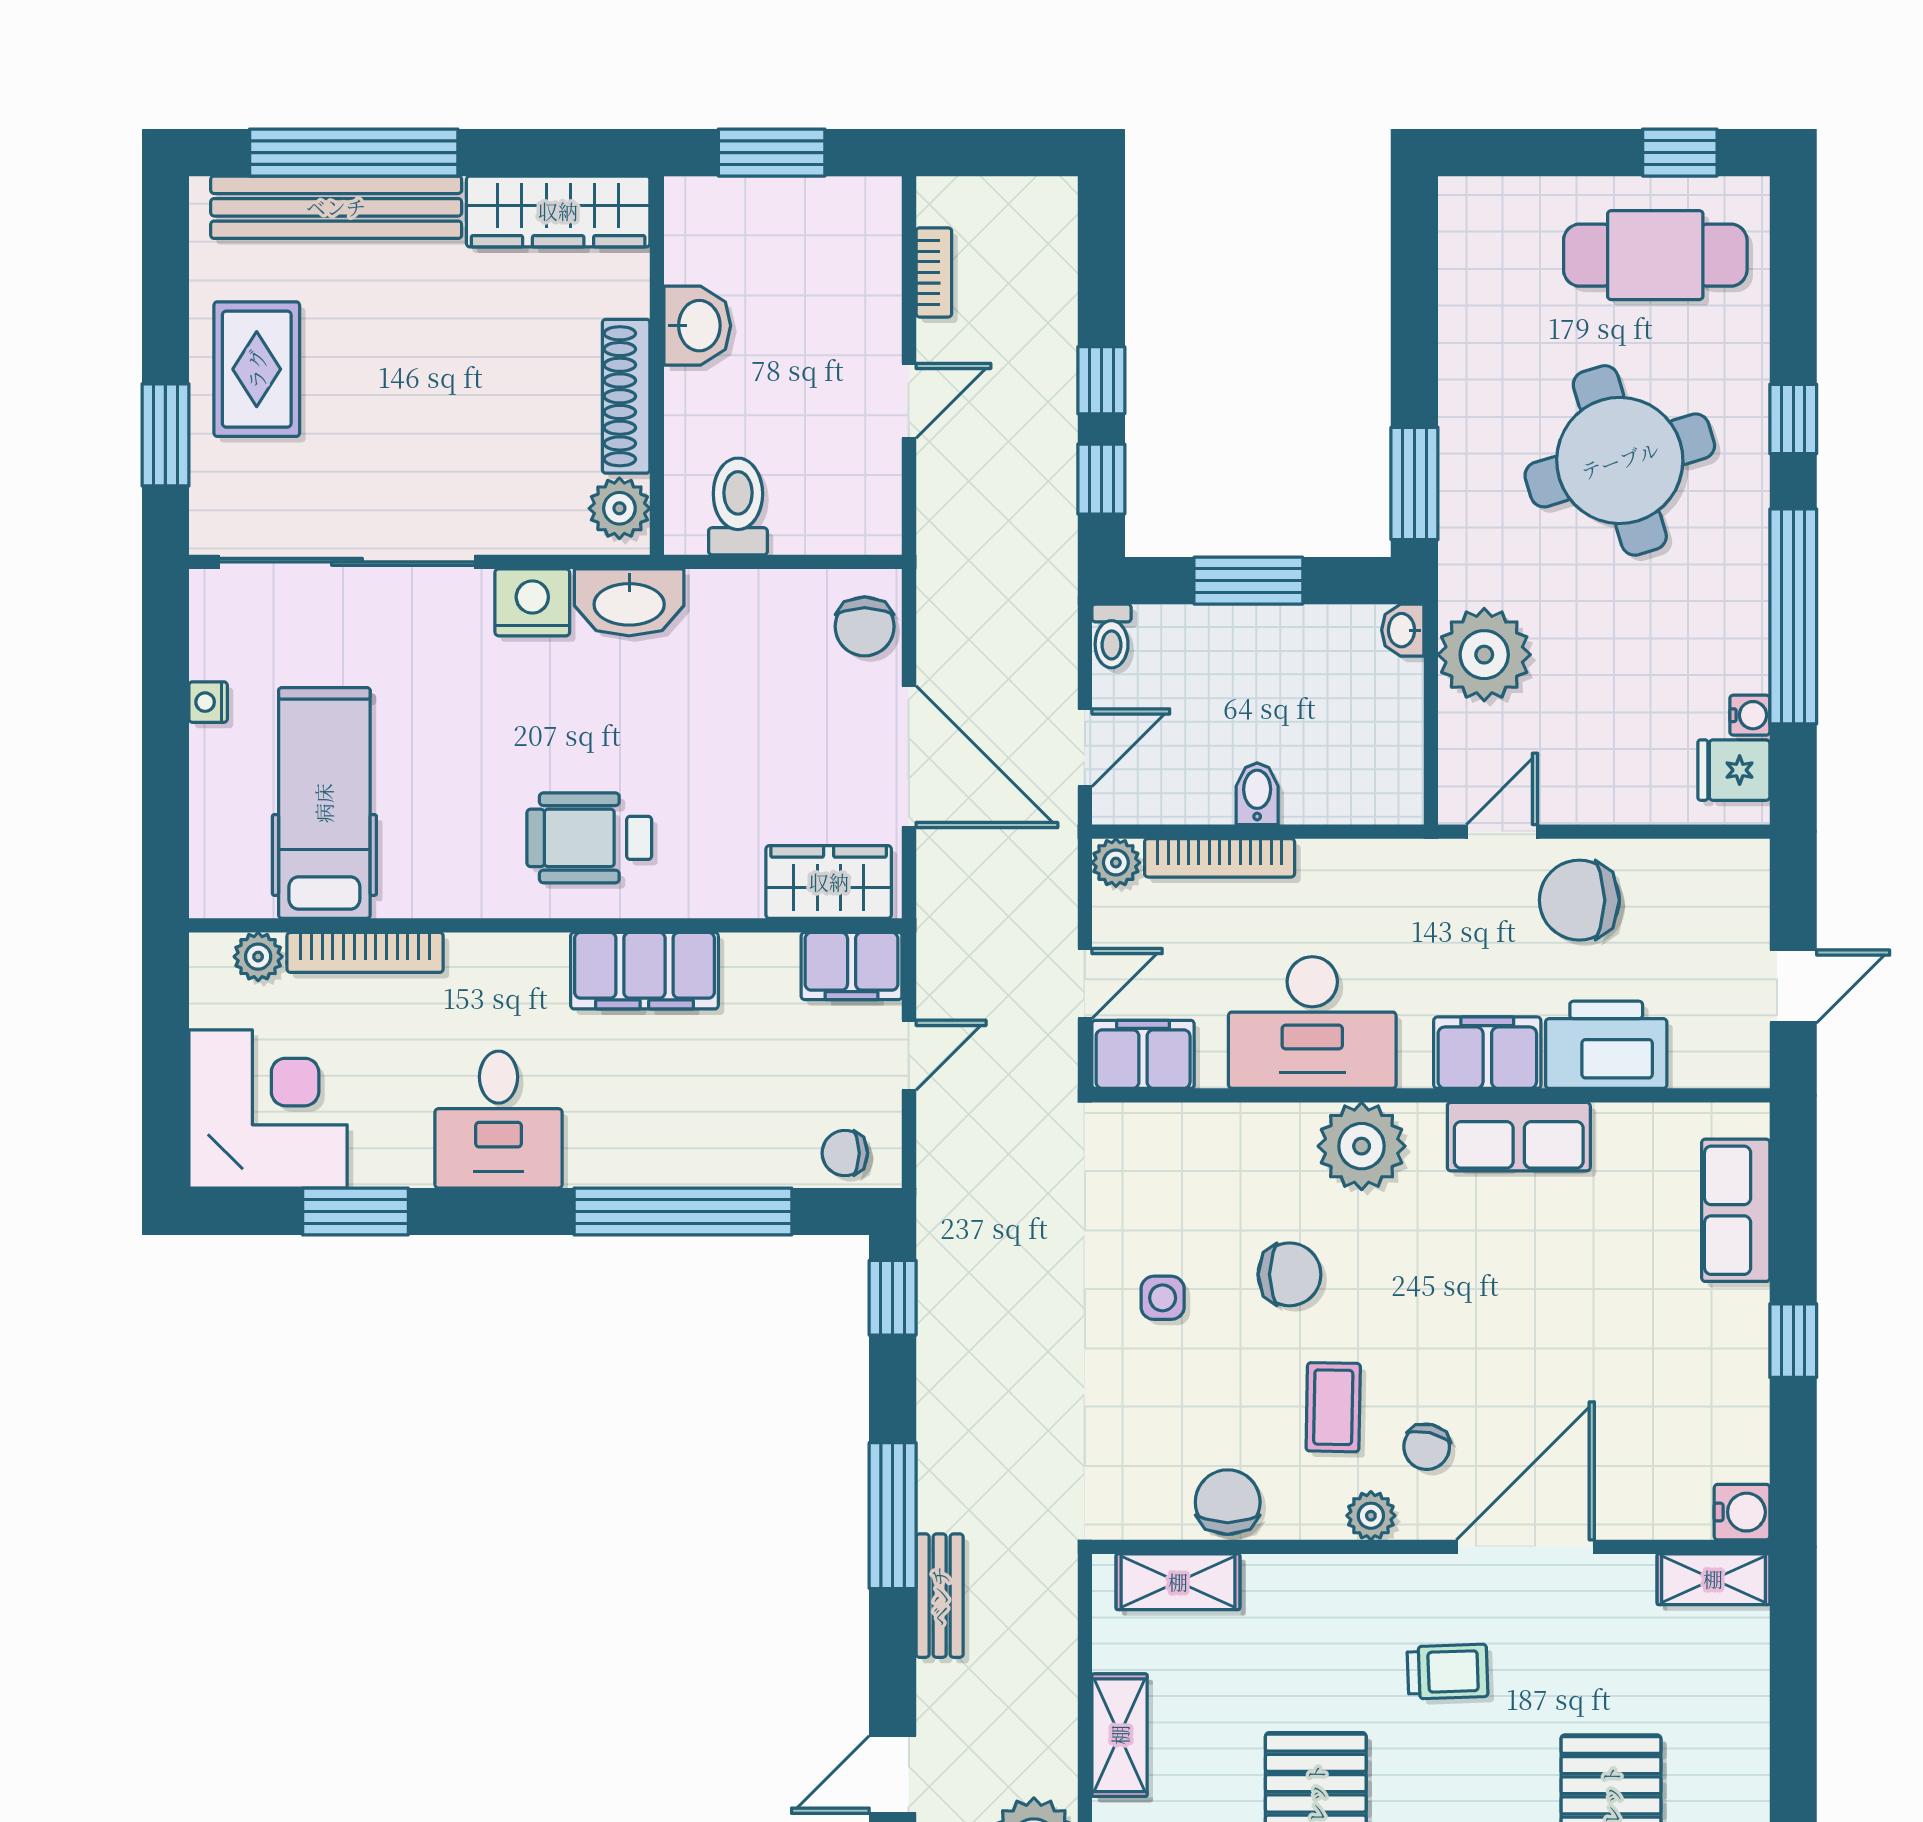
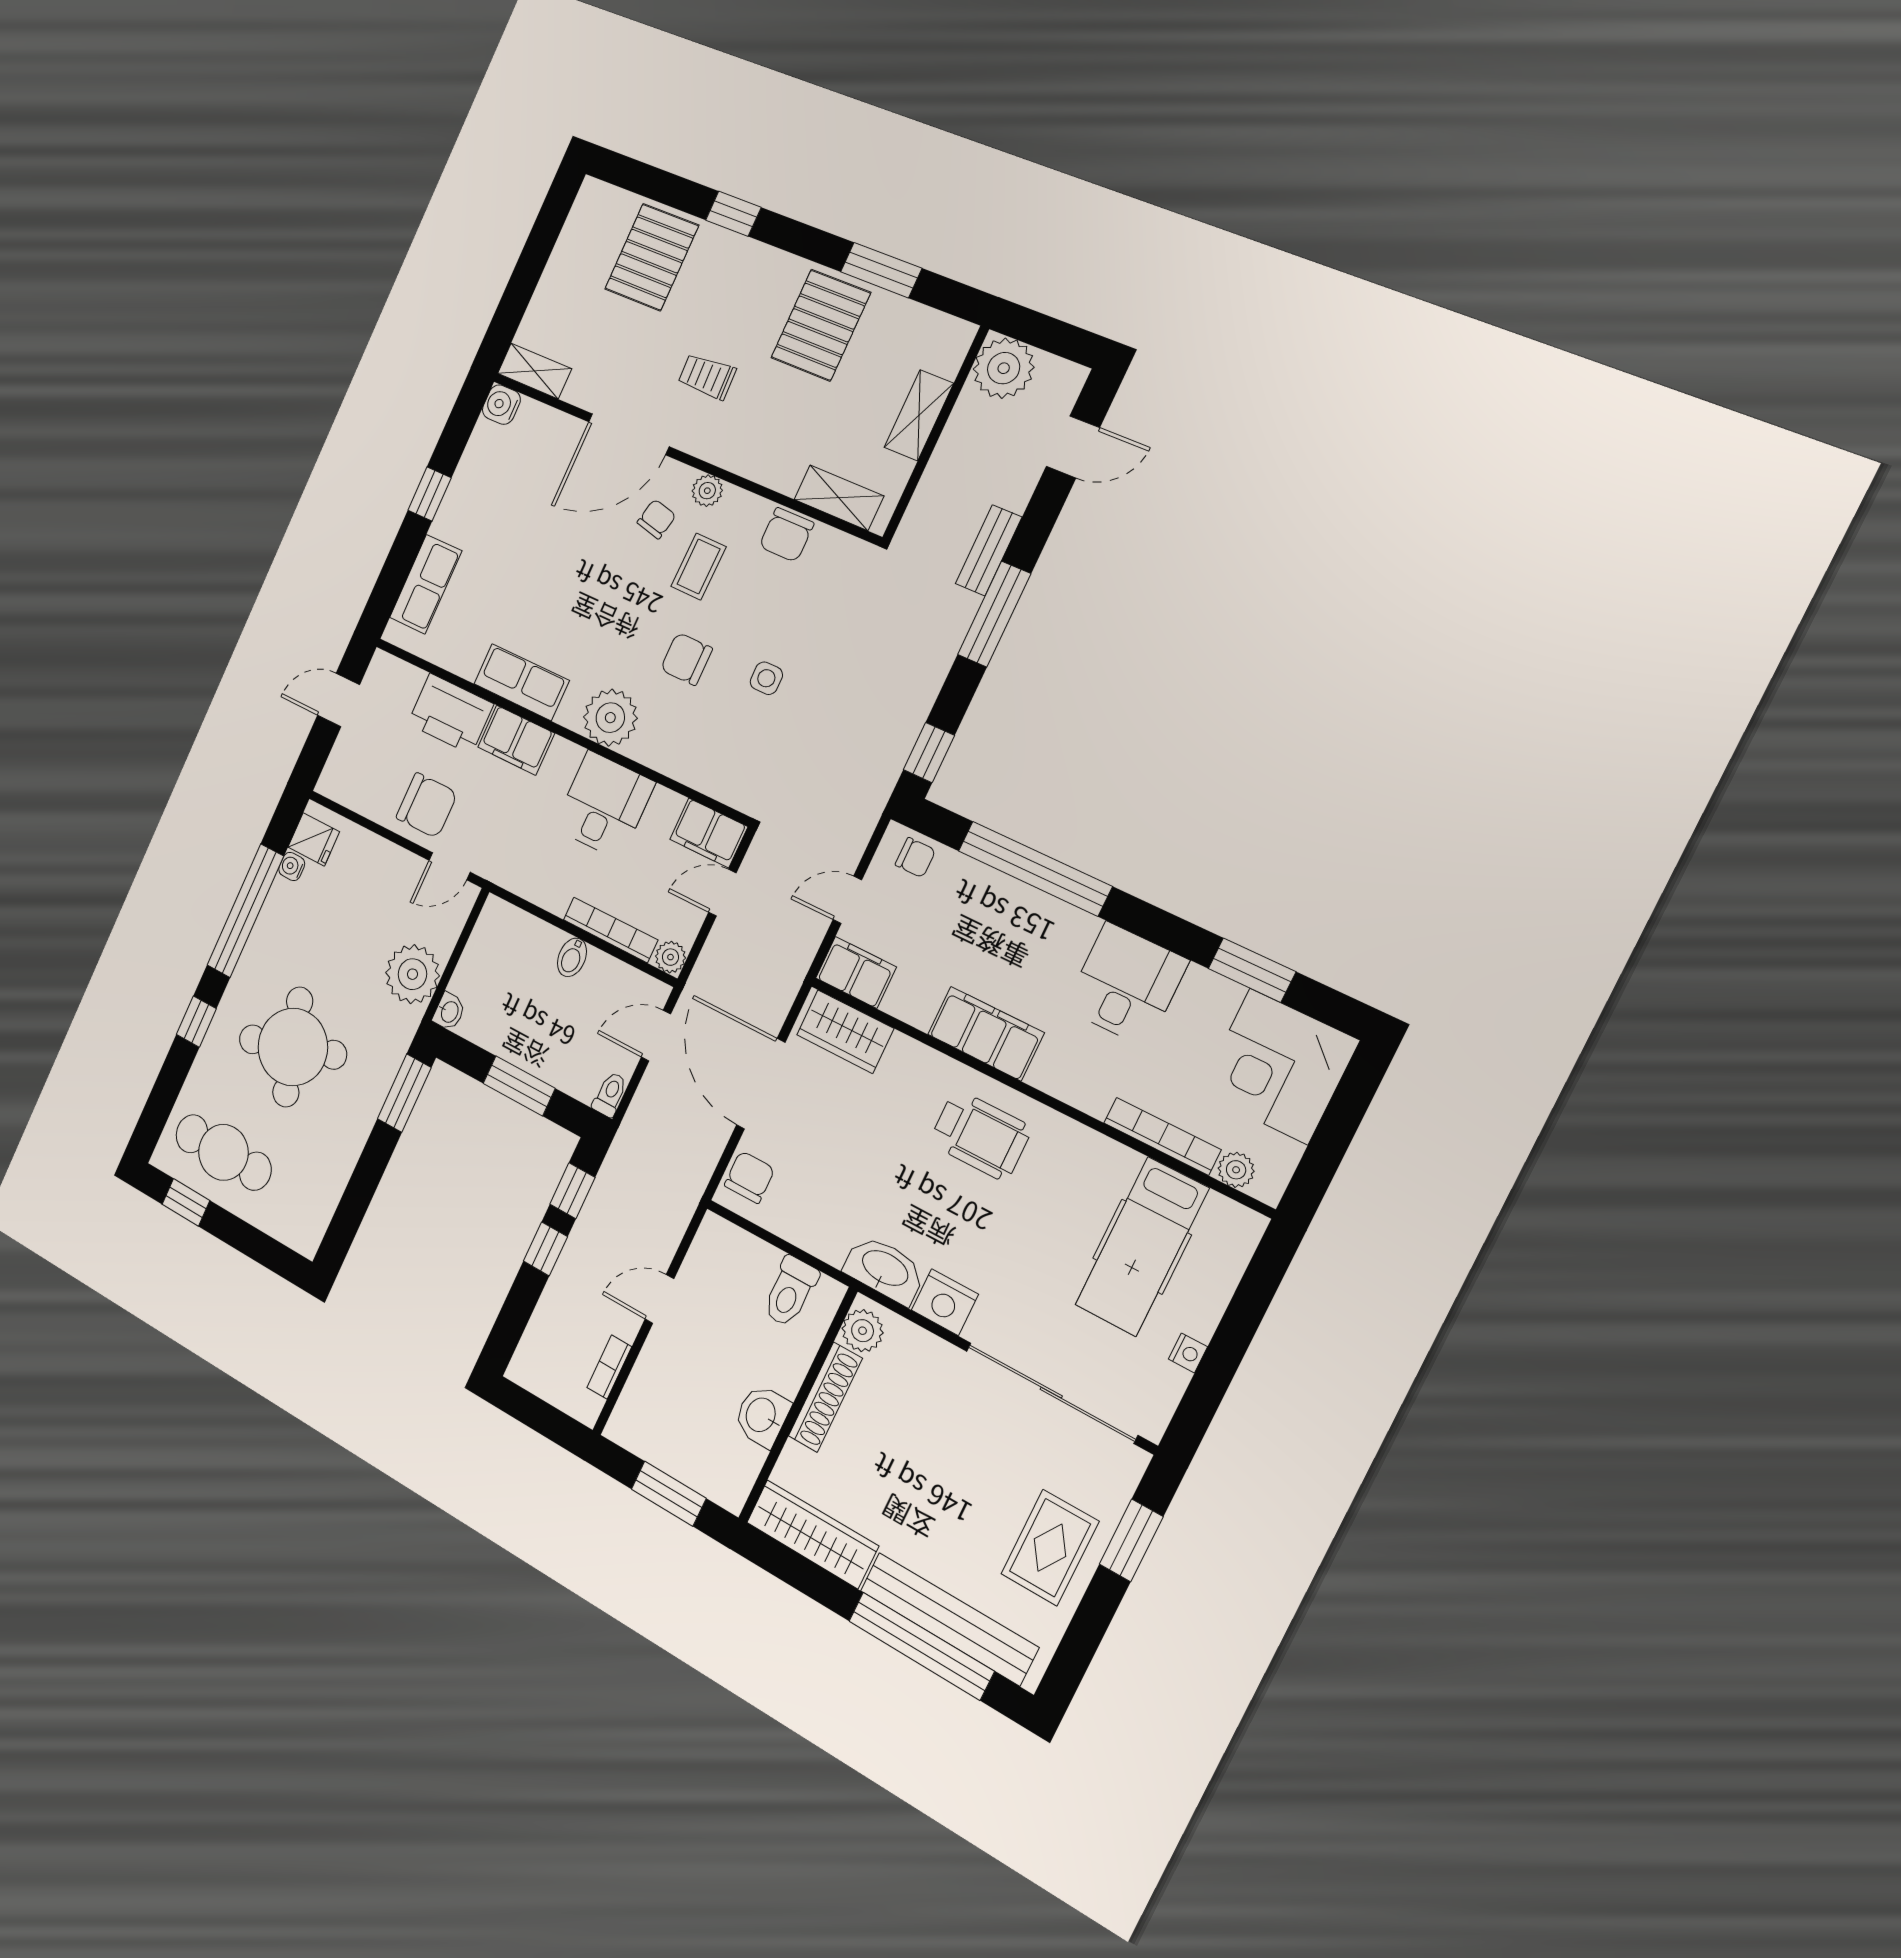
desk: (1312, 1023) -> (604, 805), width x0.73

